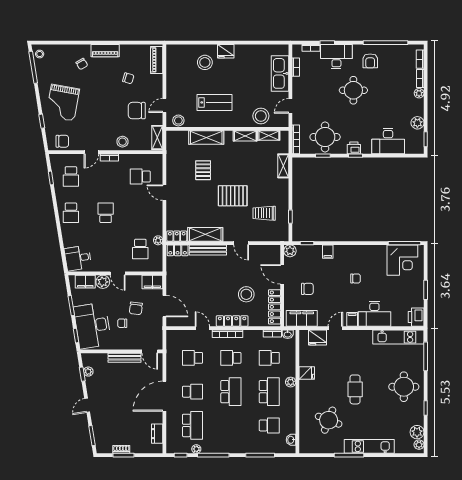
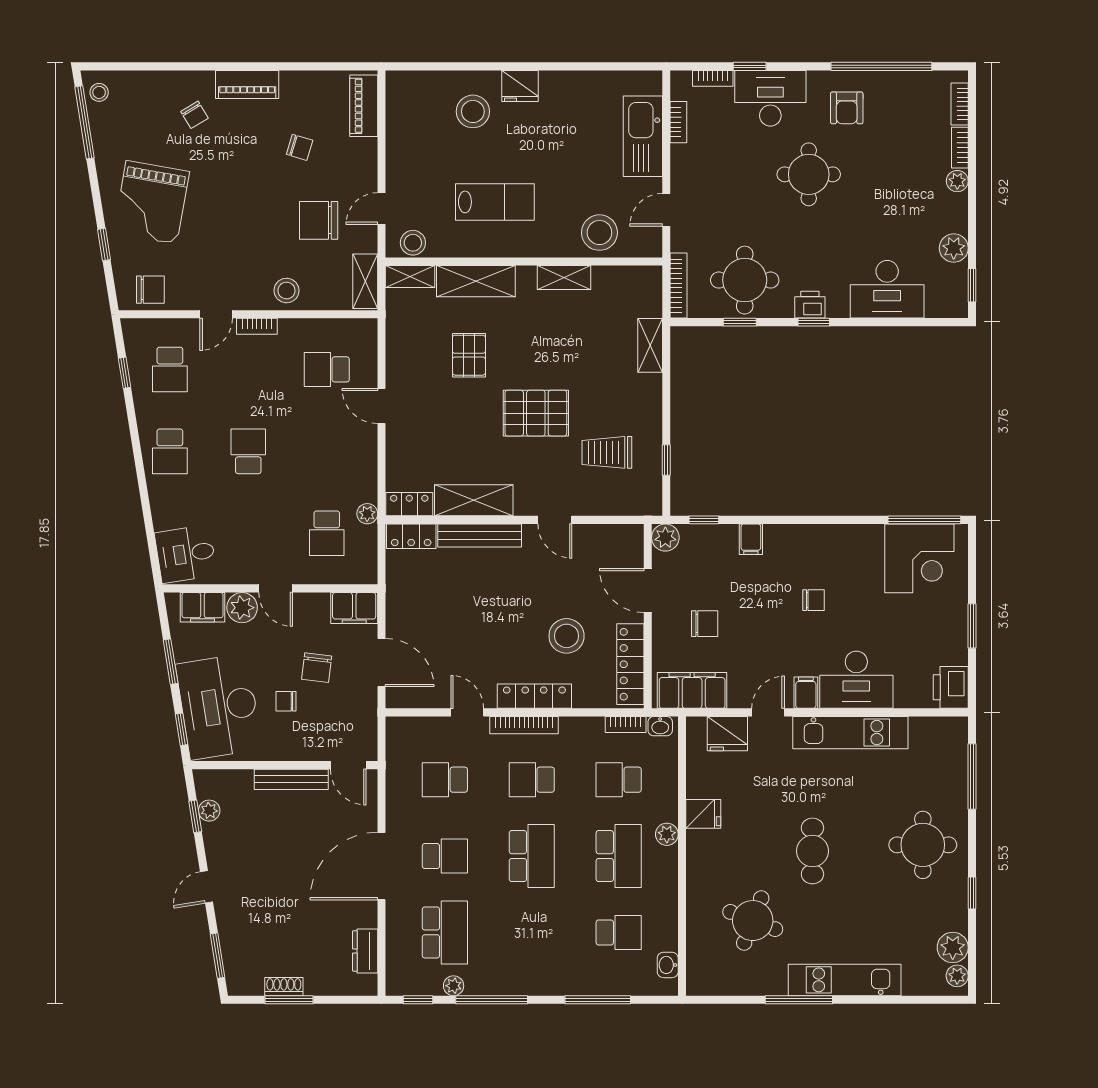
shelving: (269, 135) -> (410, 277), moved
kitchen unit: (398, 337) -> (850, 733), moved

